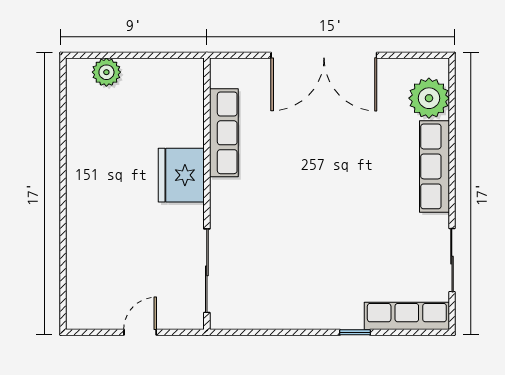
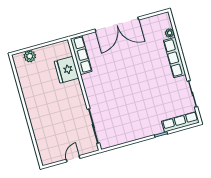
plant: (429, 98) -> (170, 33), width x0.53, depth x0.53
row of seats: (224, 133) -> (81, 55), moved
fridge: (181, 175) -> (66, 70), moved

